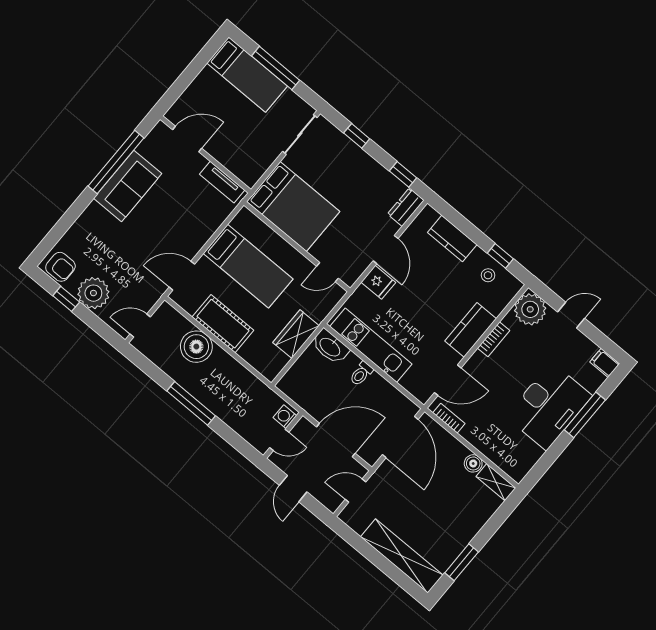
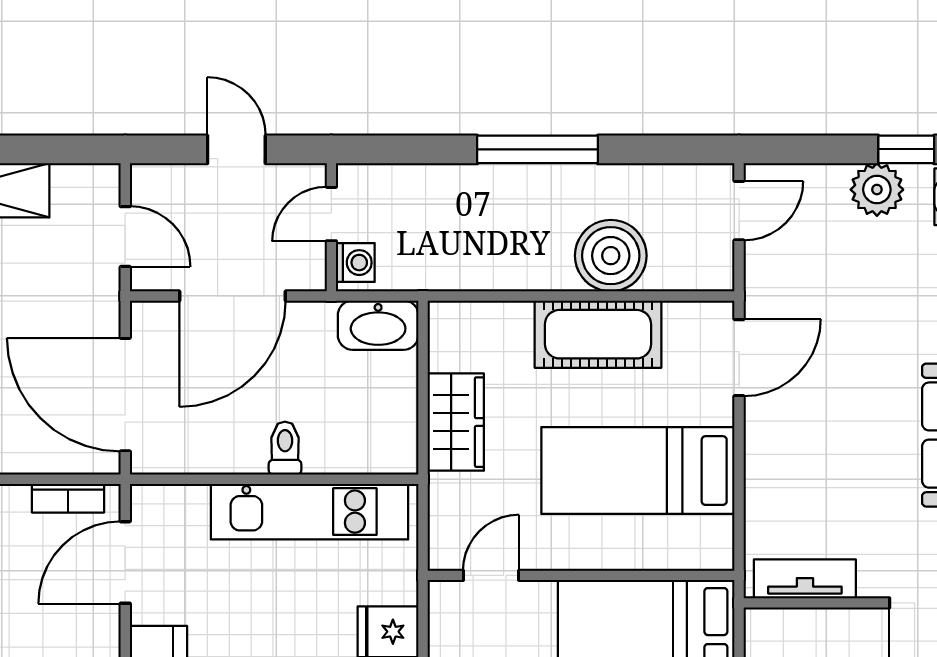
plant: (93, 293) -> (877, 190), width x0.73, depth x0.73
washbasin: (330, 347) -> (378, 325), moved, turned 180
door: (355, 491) -> (125, 237), hinge flipped

